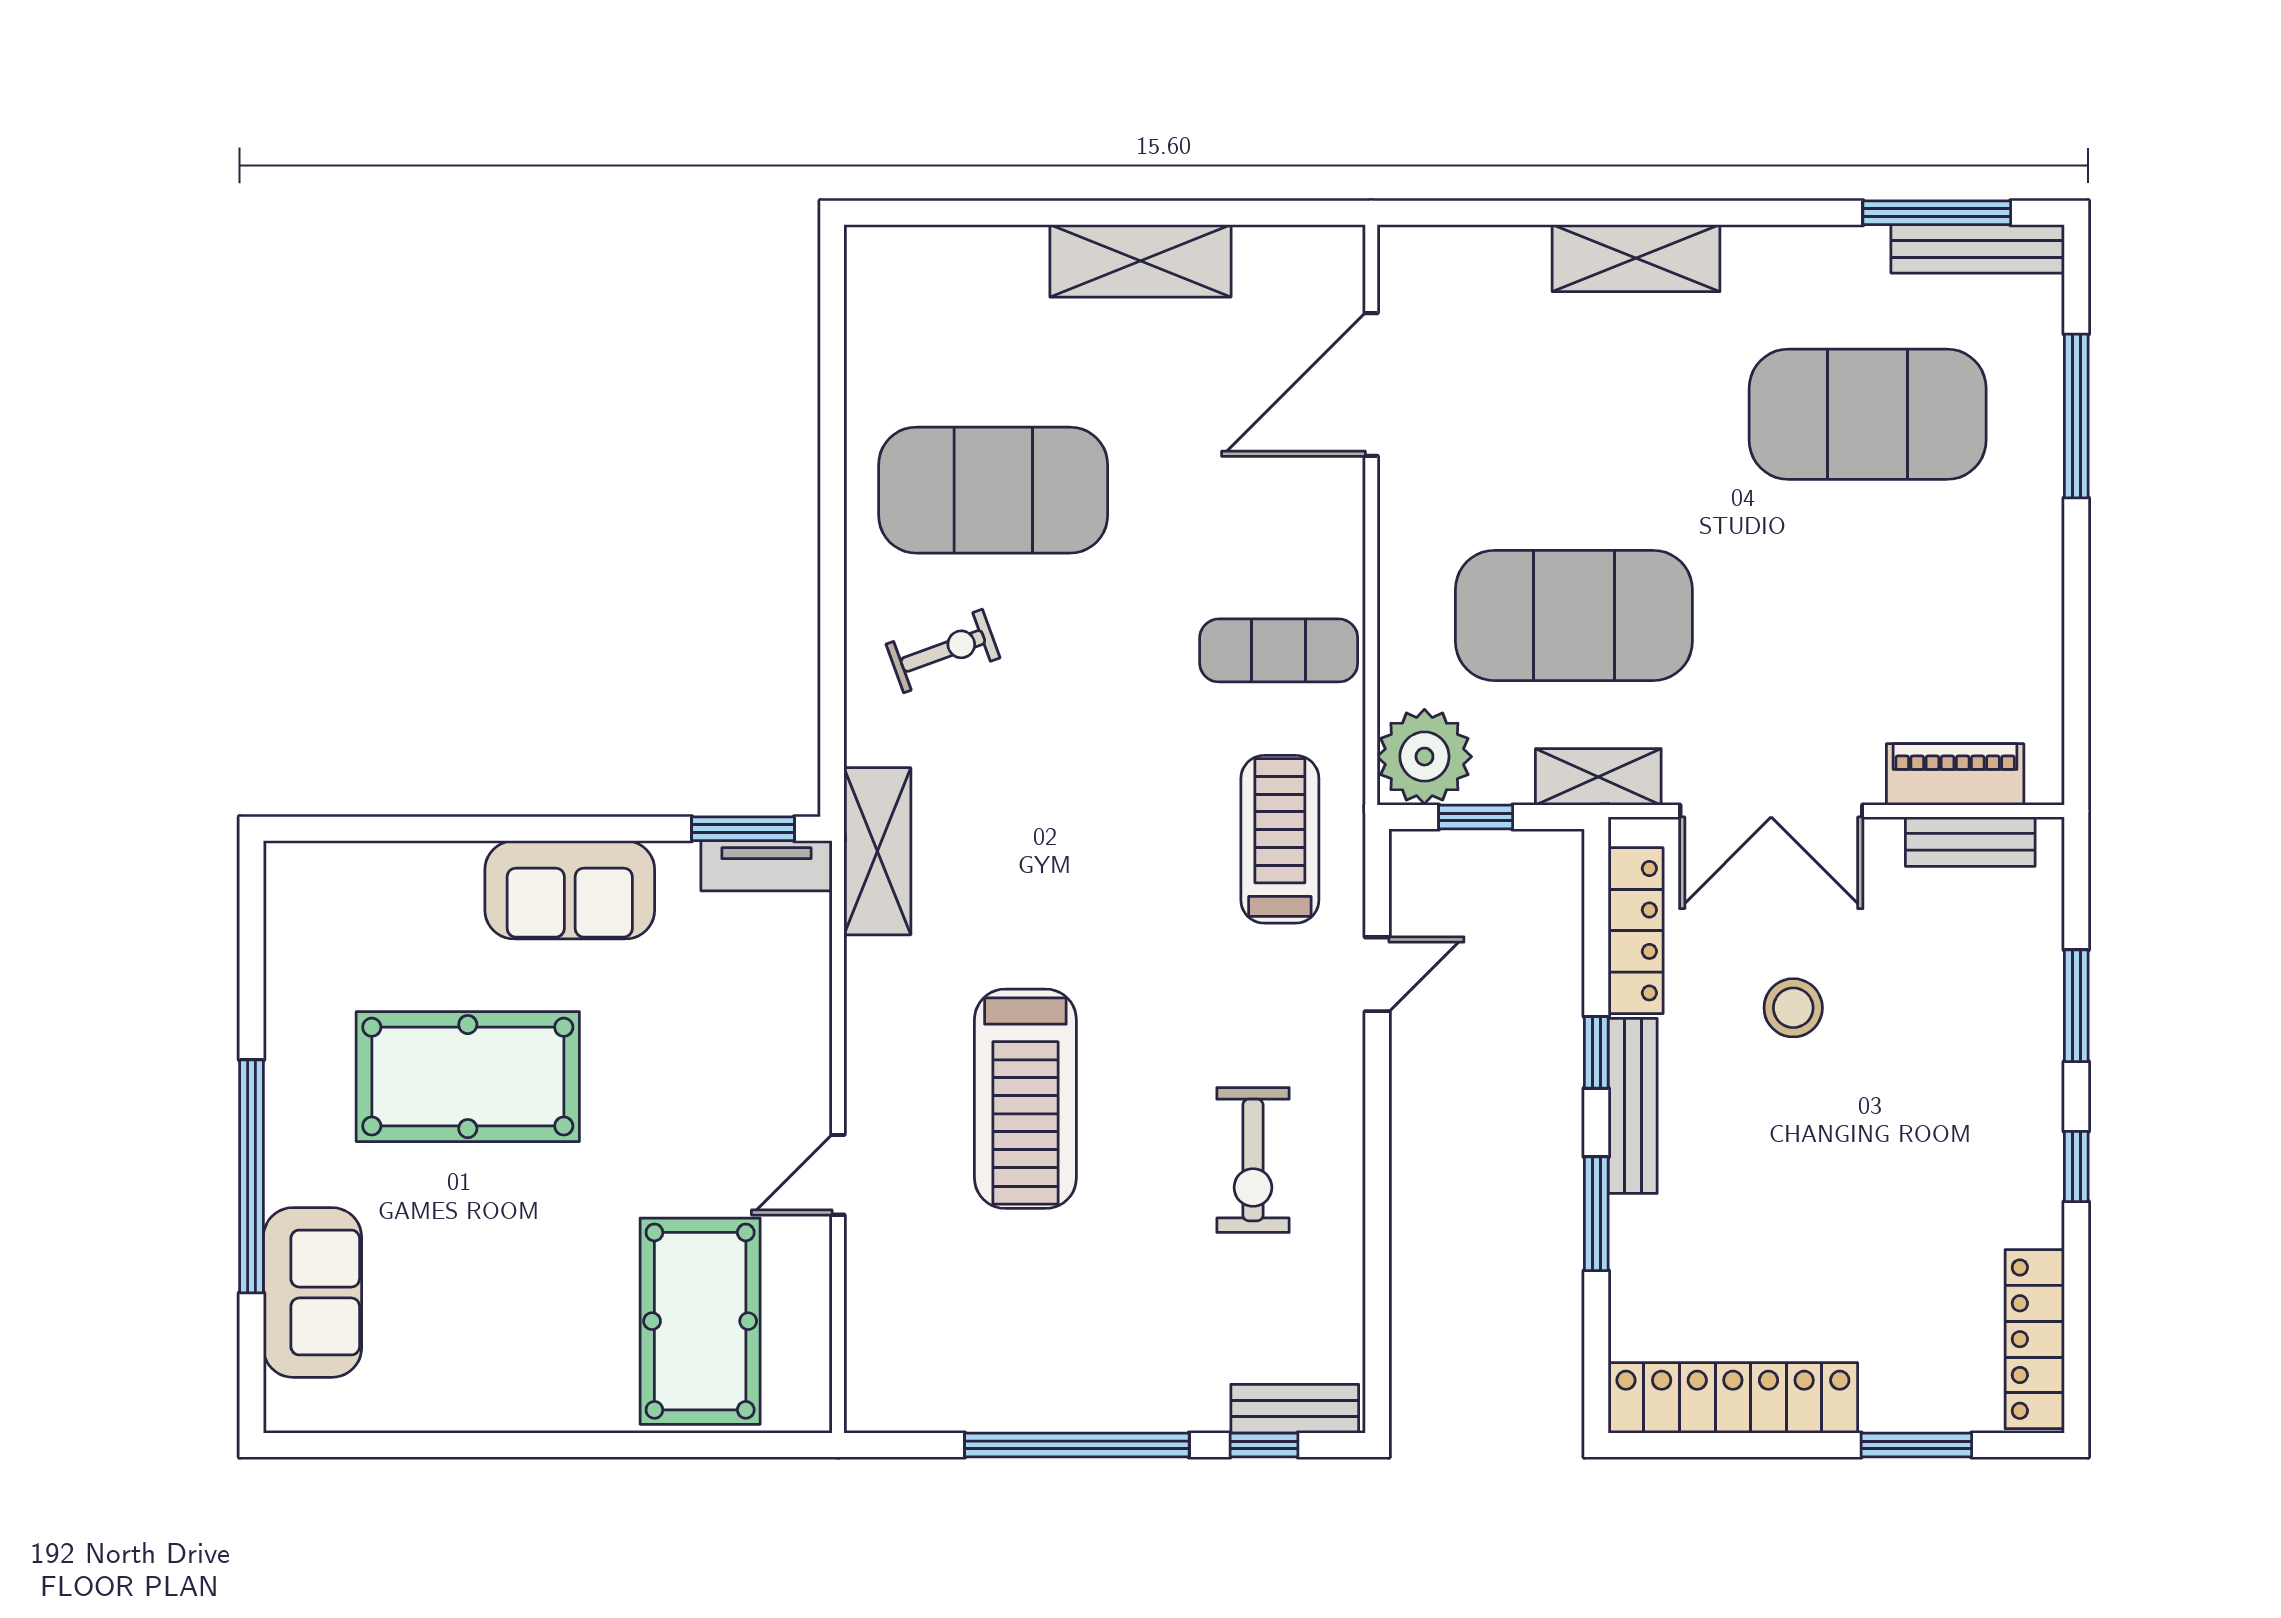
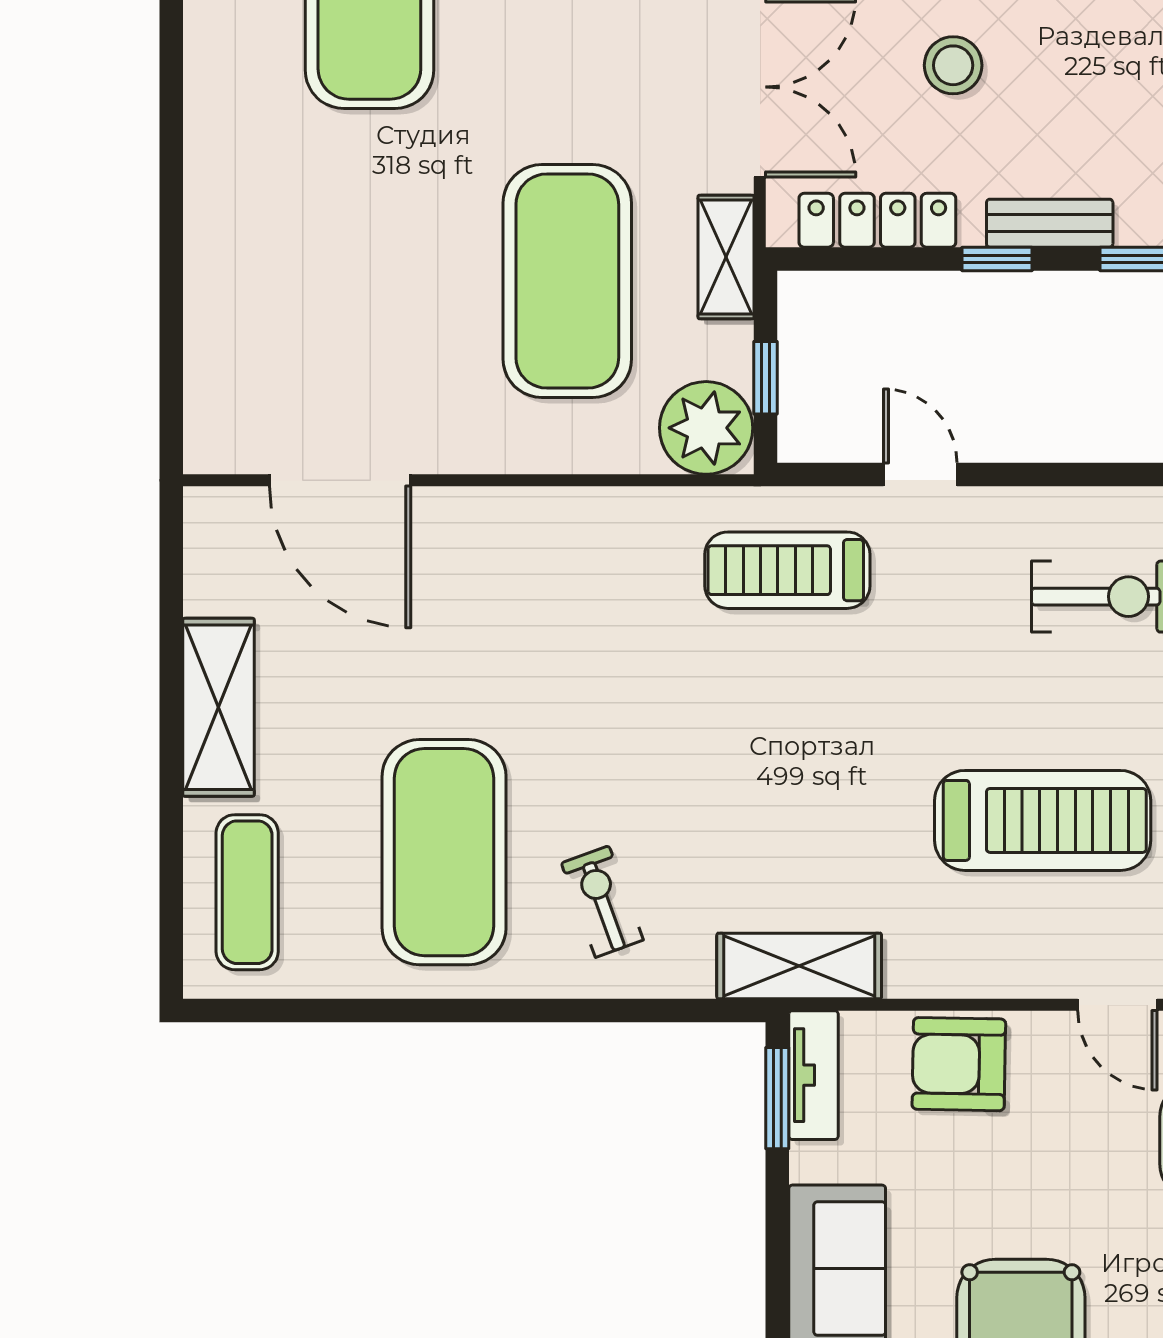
shelving: (1636, 258) -> (216, 220), removed
exercise mat: (1279, 650) -> (247, 892), moved
armchair: (778, 1014) -> (959, 1064), added
bench: (1633, 1106) -> (1050, 223), width x0.73

